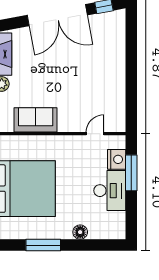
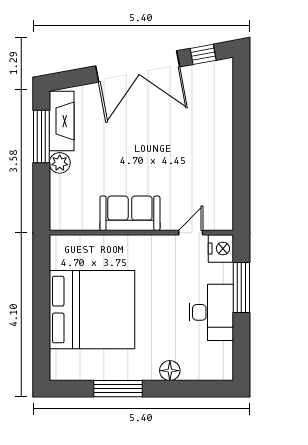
sofa: (36, 120) -> (130, 213), moved
nightstand: (117, 159) -> (221, 249), moved

